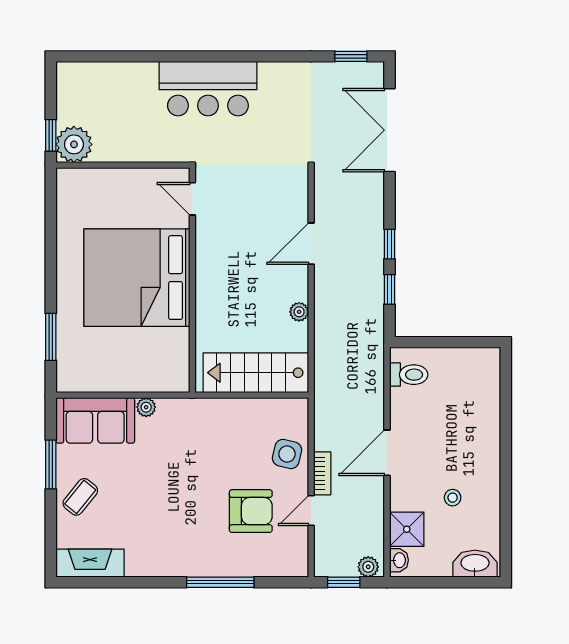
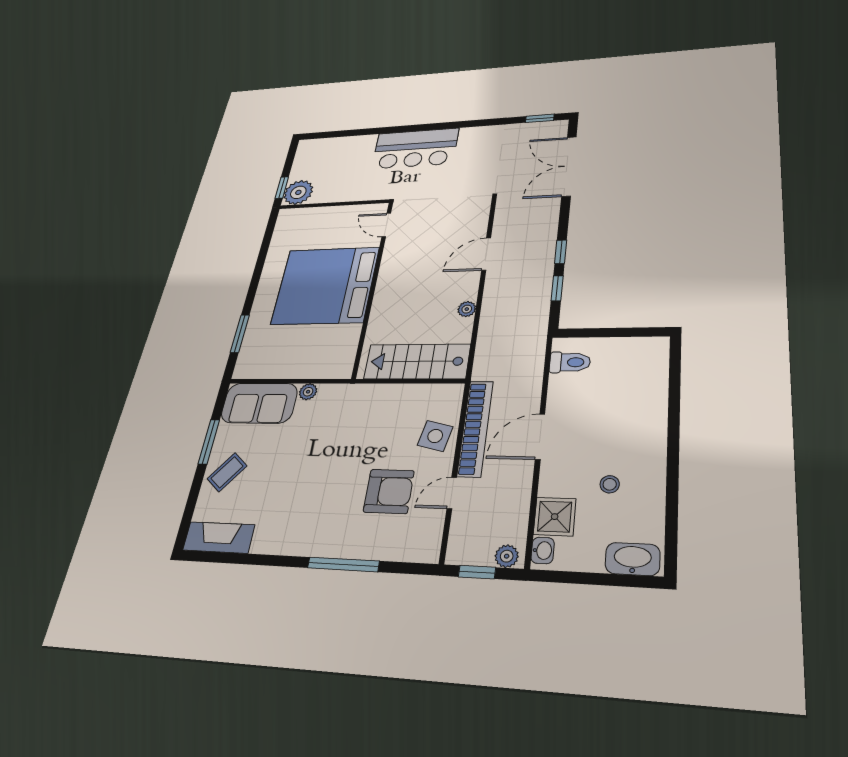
bookcase: (322, 473) -> (475, 428), width x2.31, depth x1.31

